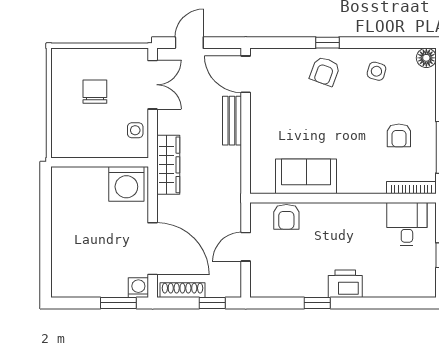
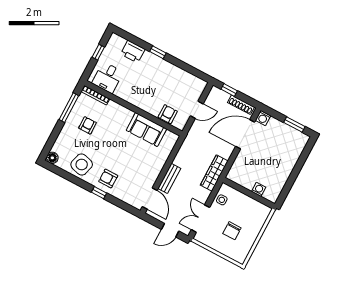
armchair: (325, 71) -> (108, 179), turned -110
side table: (376, 71) -> (82, 164), width x1.87, depth x1.87
washing machine: (126, 184) -> (259, 189), moved, width x0.53, depth x0.53
door: (153, 249) -> (245, 134), hinge flipped
printer: (345, 284) -> (133, 52), moved
window: (118, 303) -> (294, 124), moved
window: (317, 303) -> (158, 52), moved

